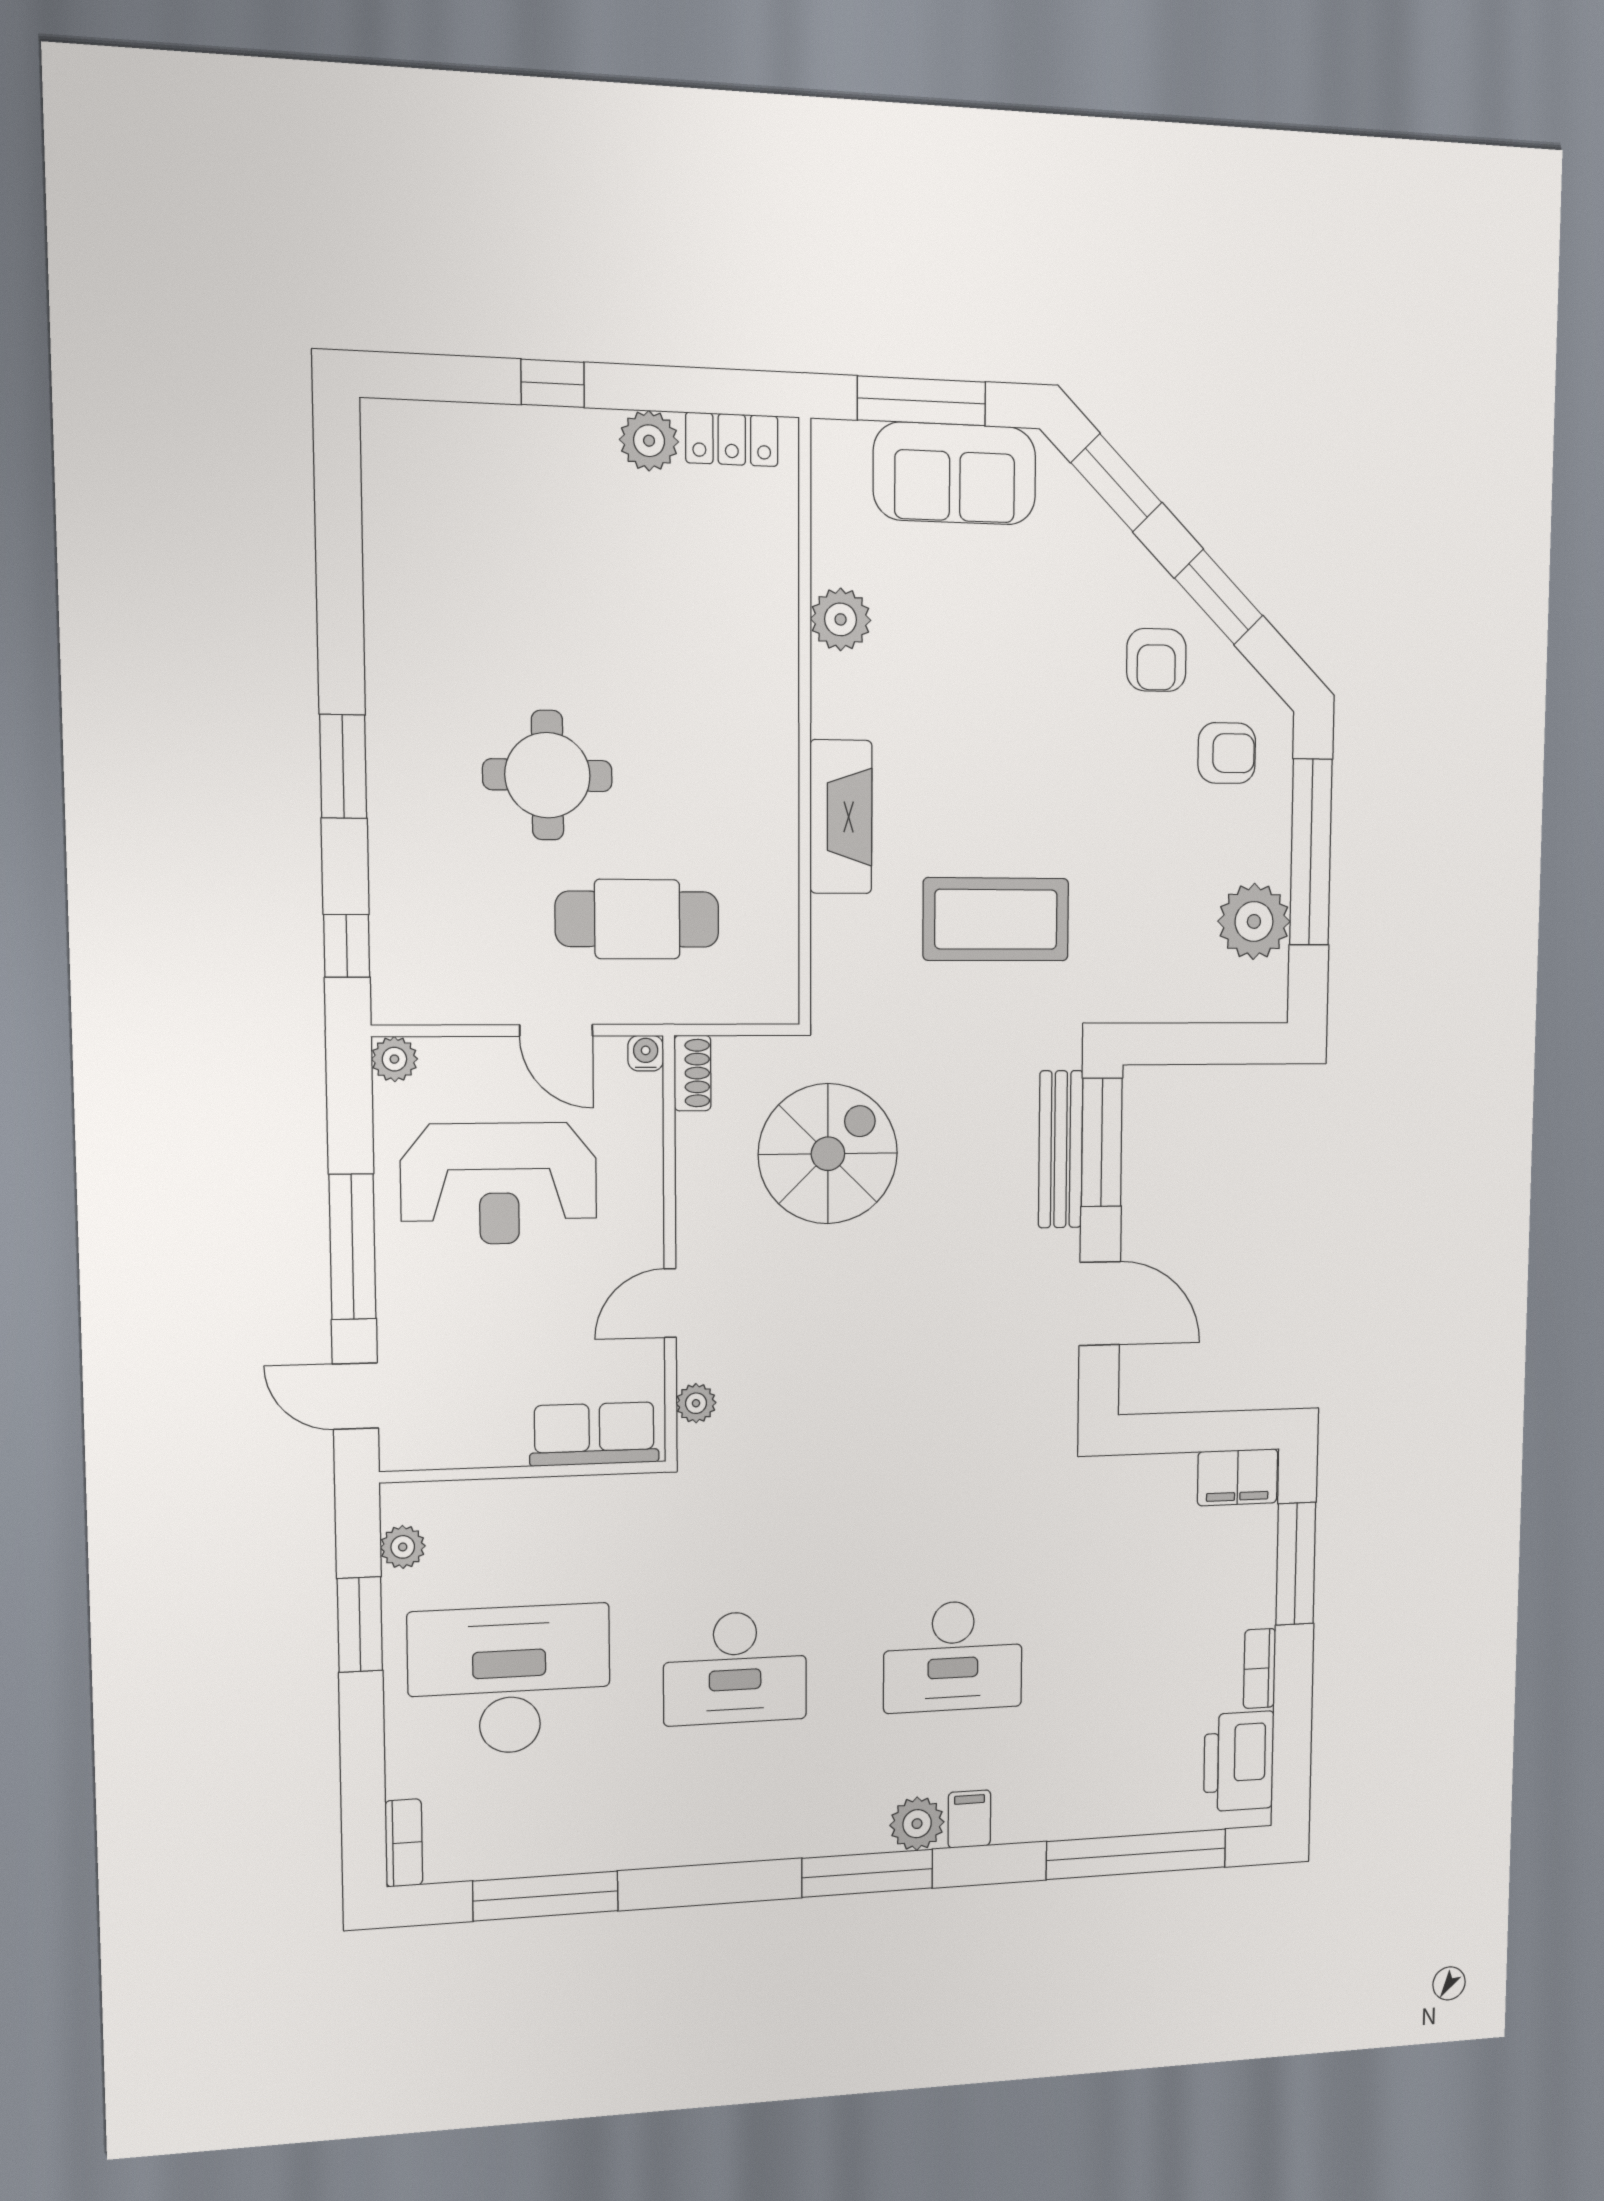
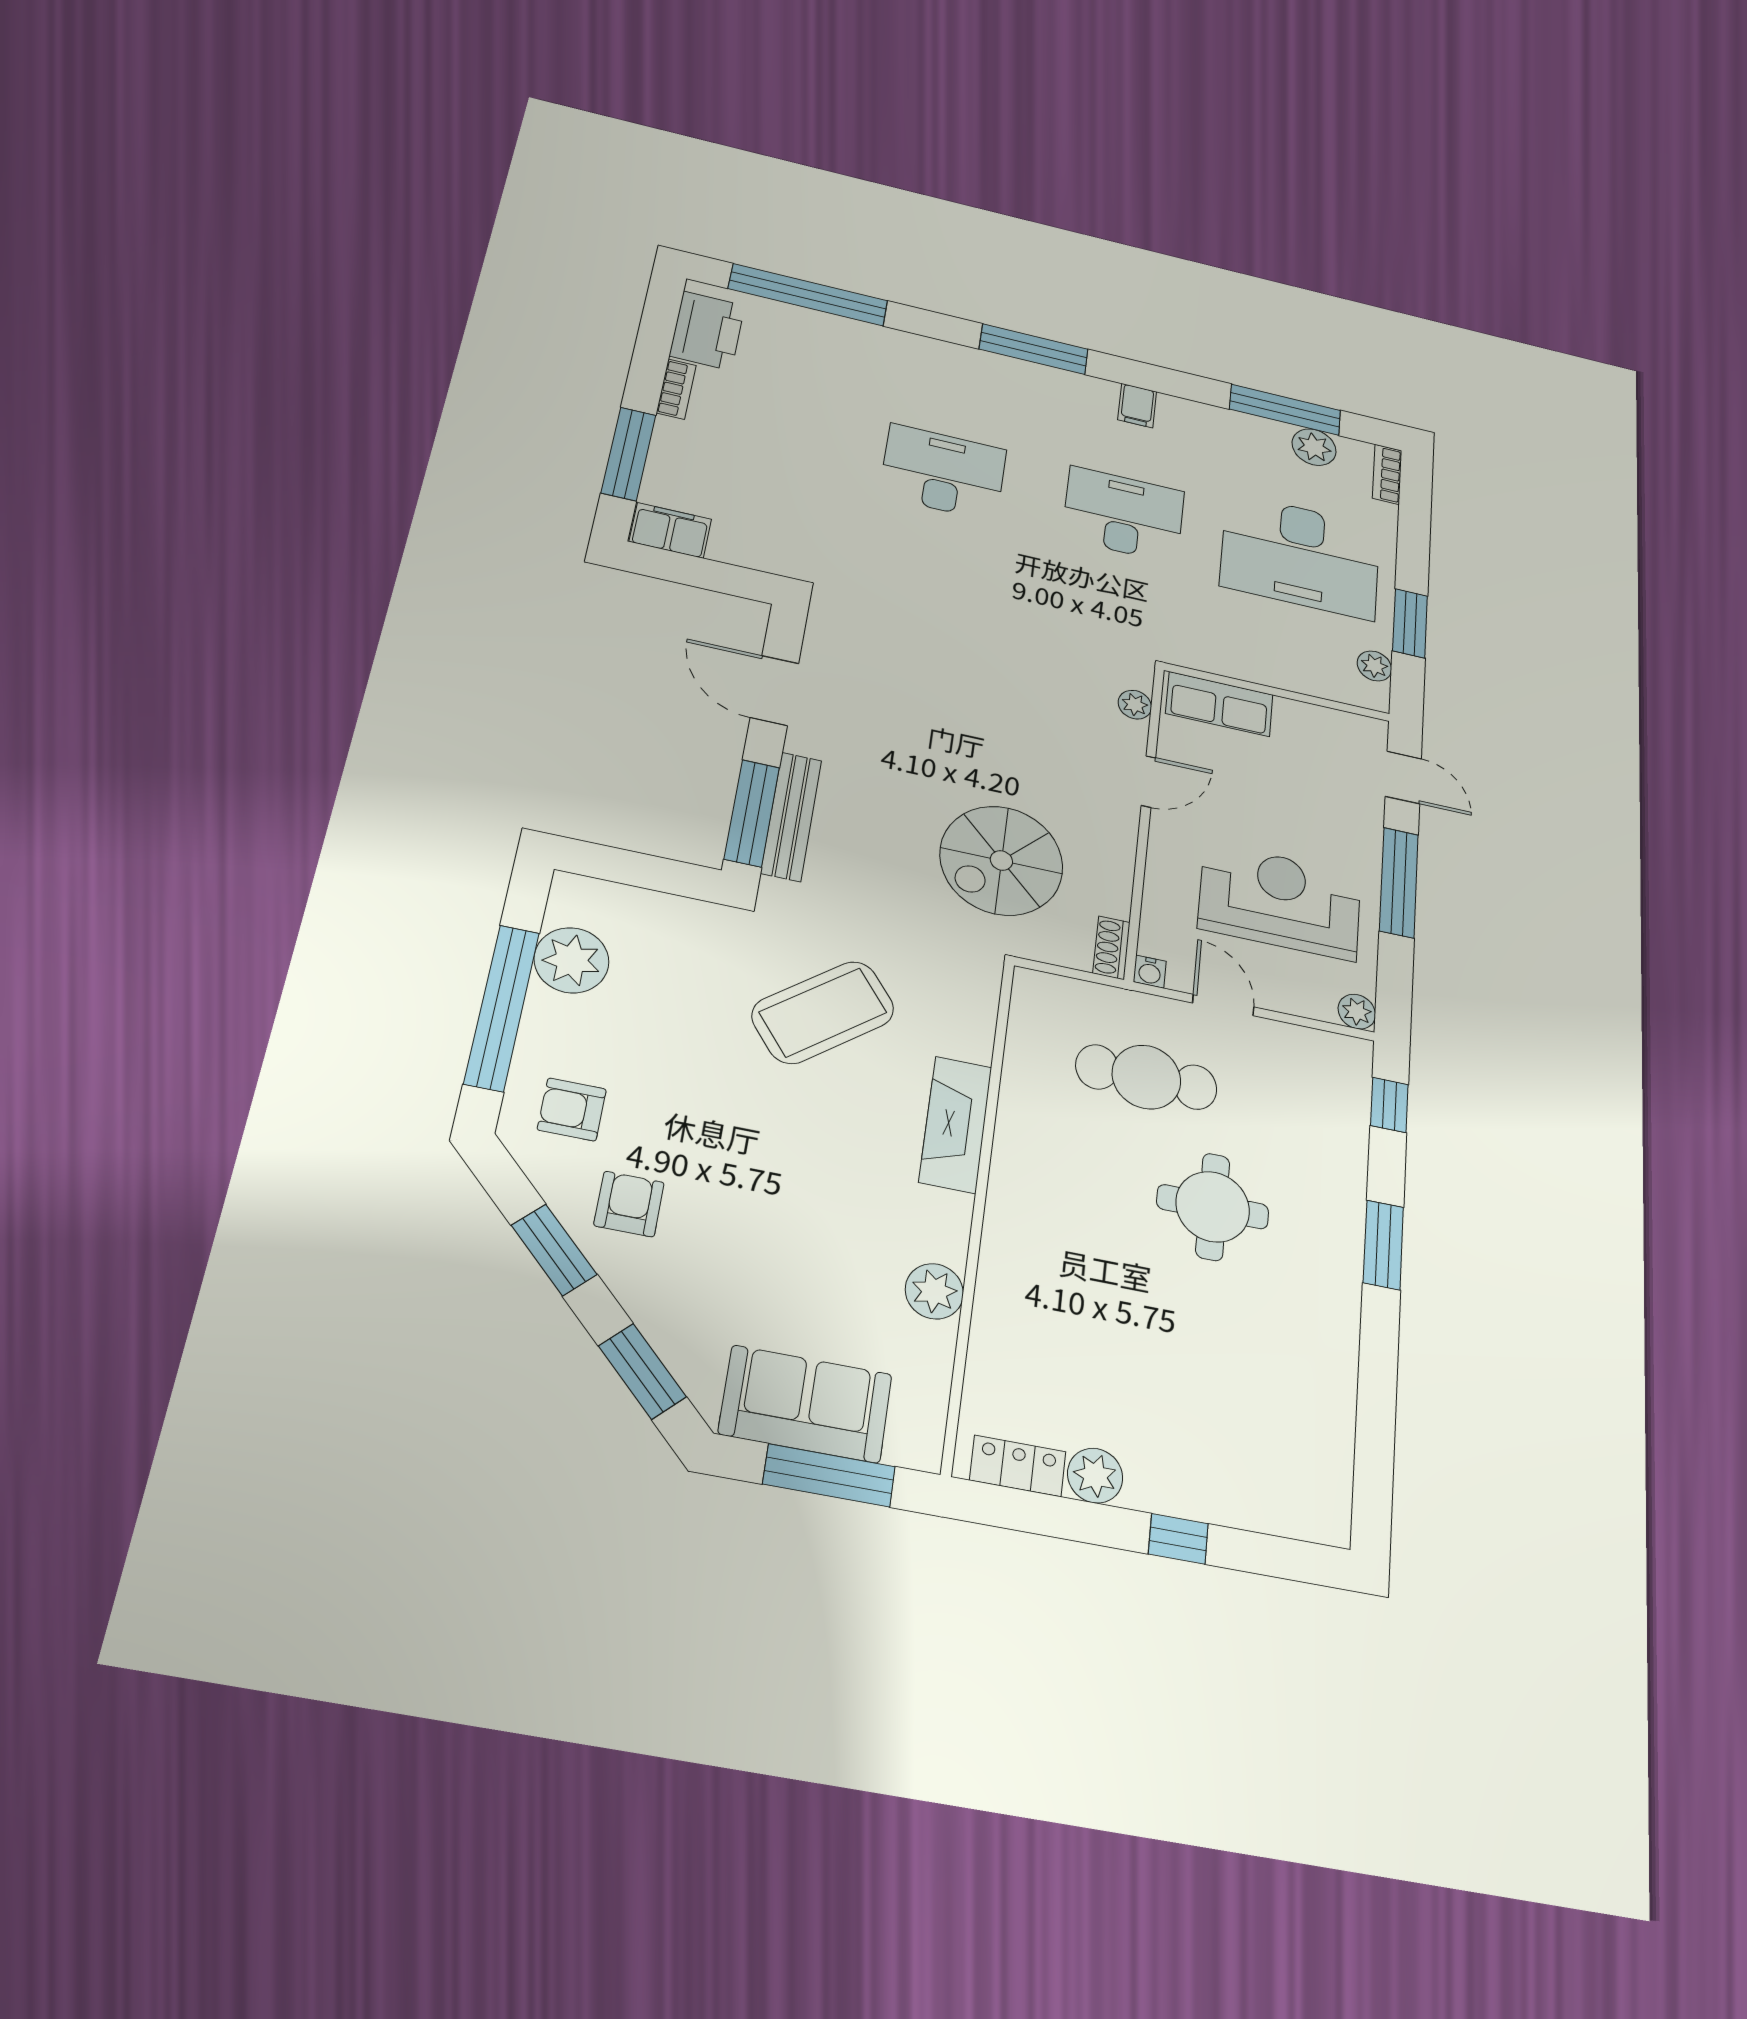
coffee table: (996, 919) -> (823, 1012), turned -38
filing cabinet: (969, 1819) -> (1137, 406), moved
plant: (917, 1824) -> (1314, 447), moved

